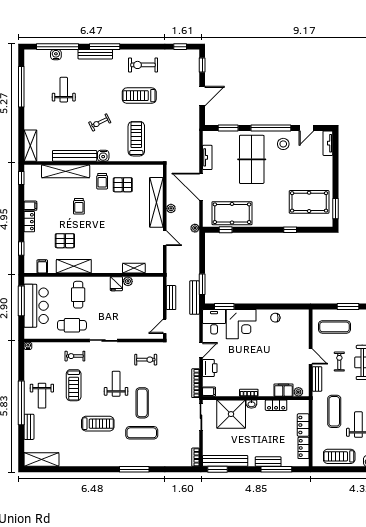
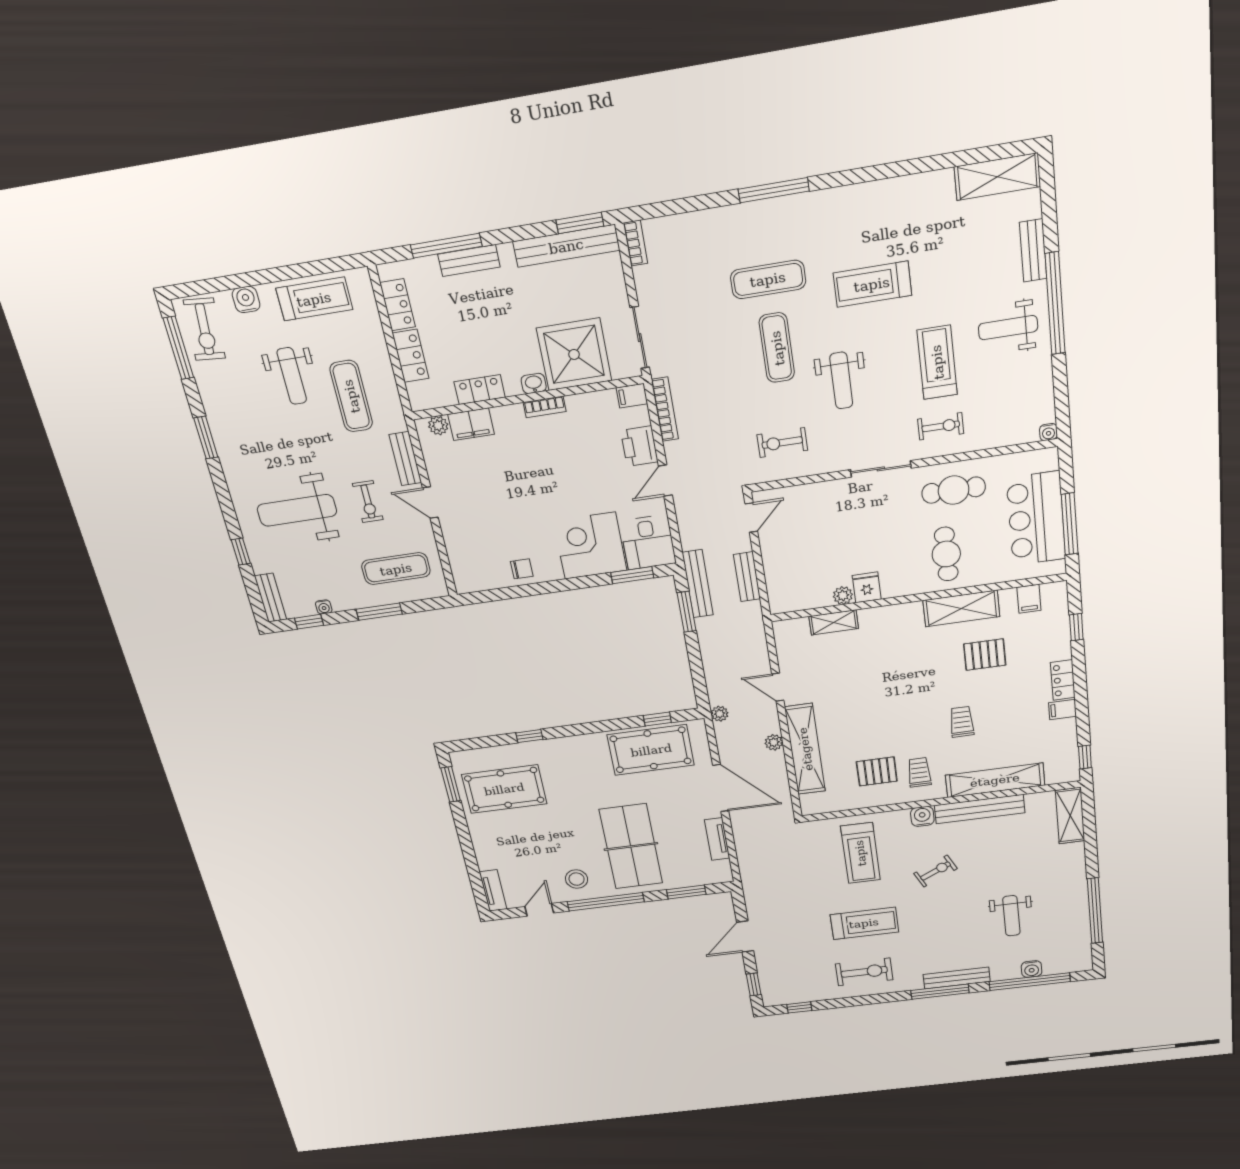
weight bench: (42, 396) -> (1008, 328), turned -90

